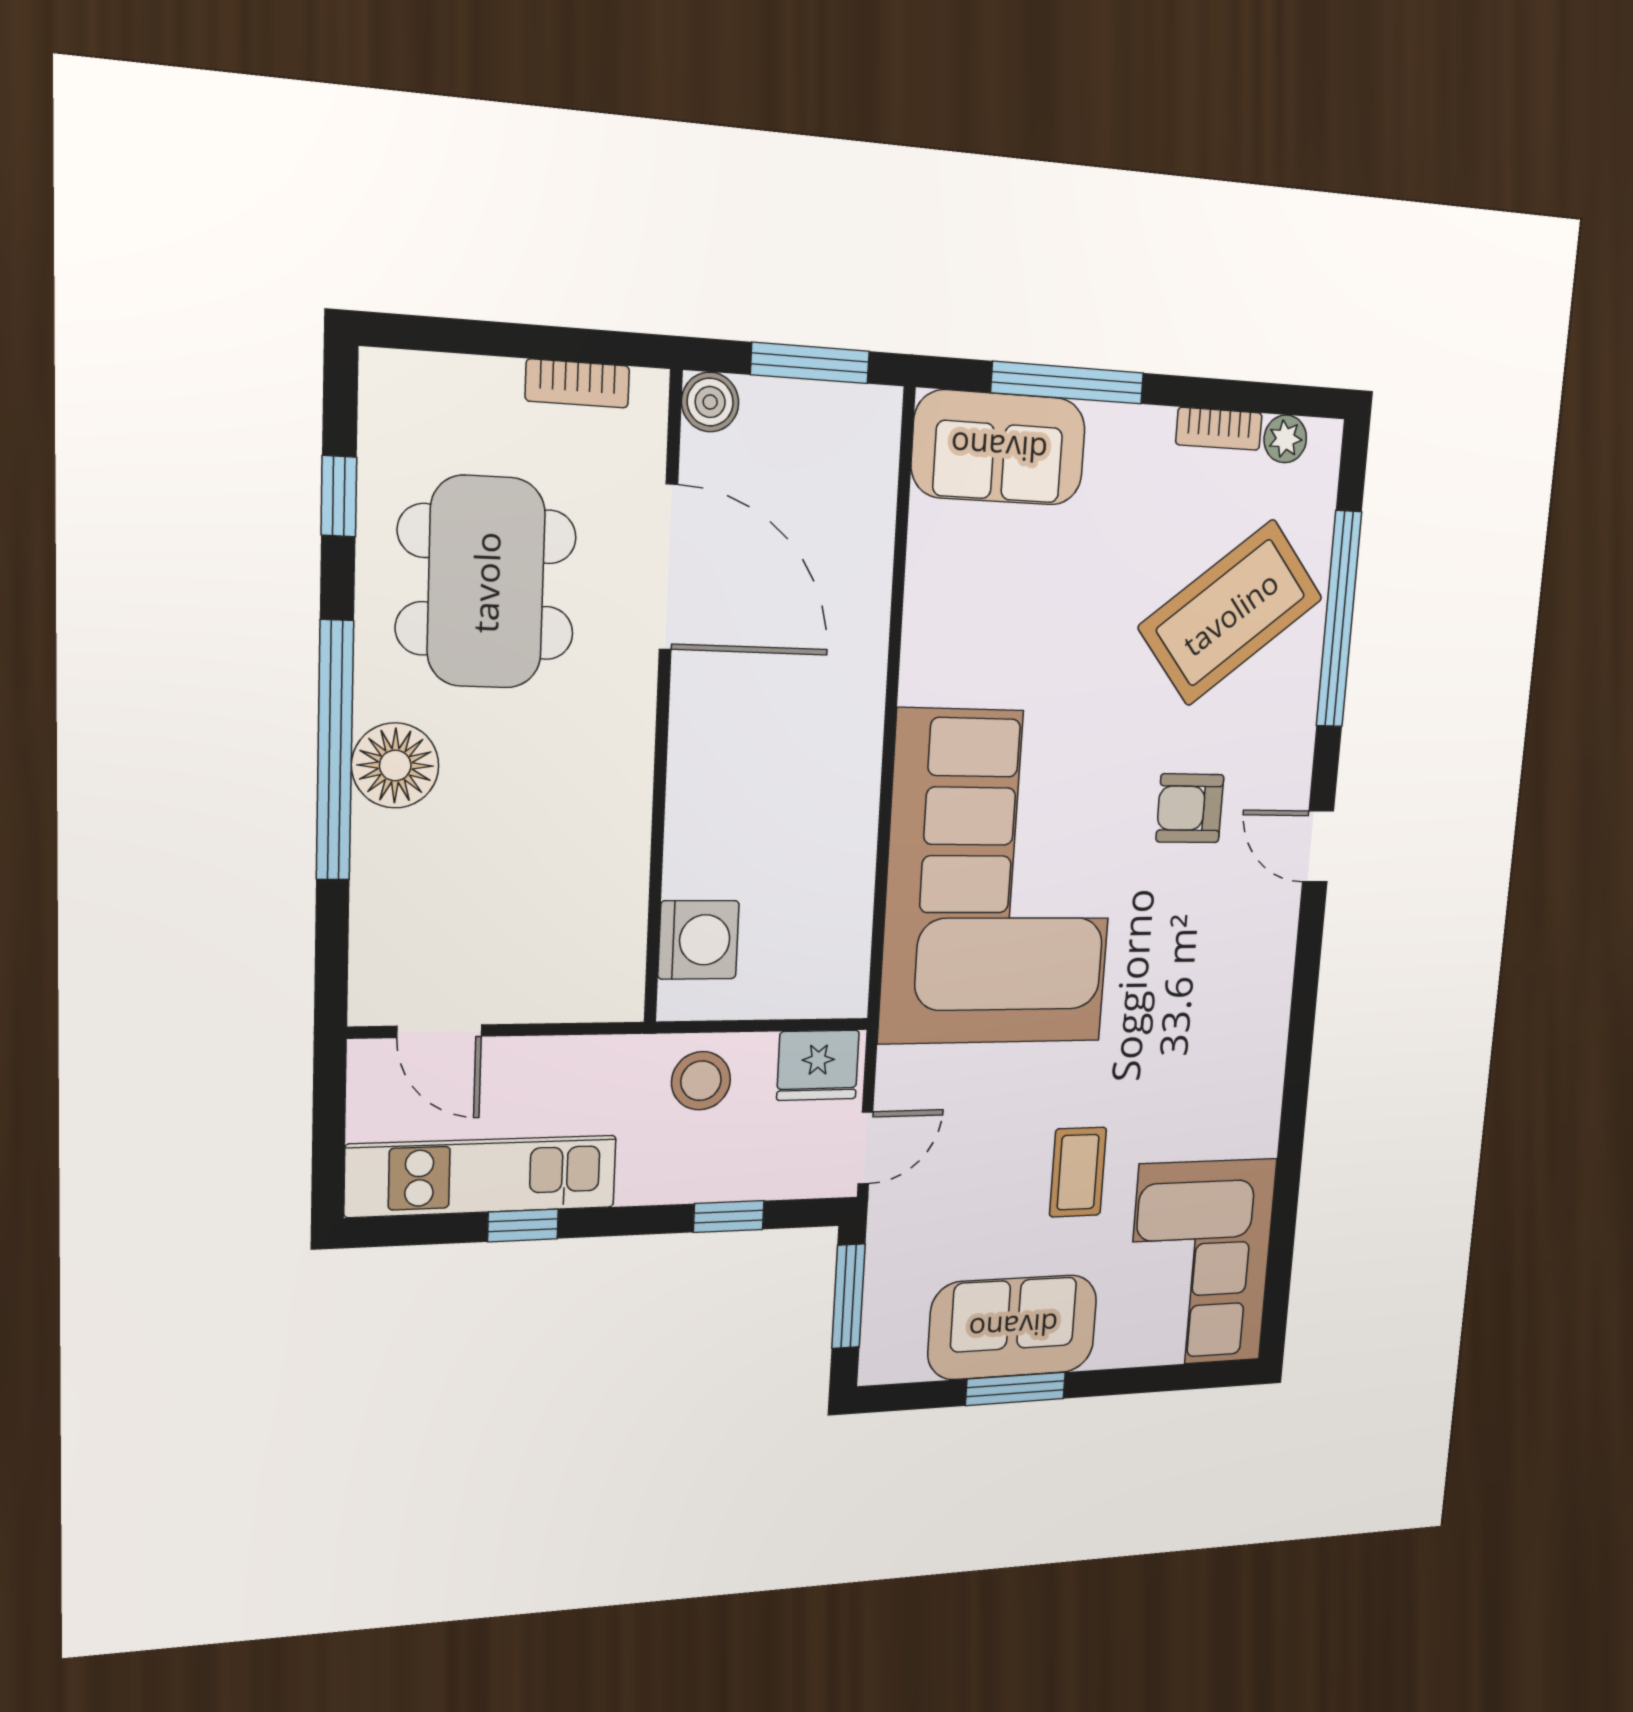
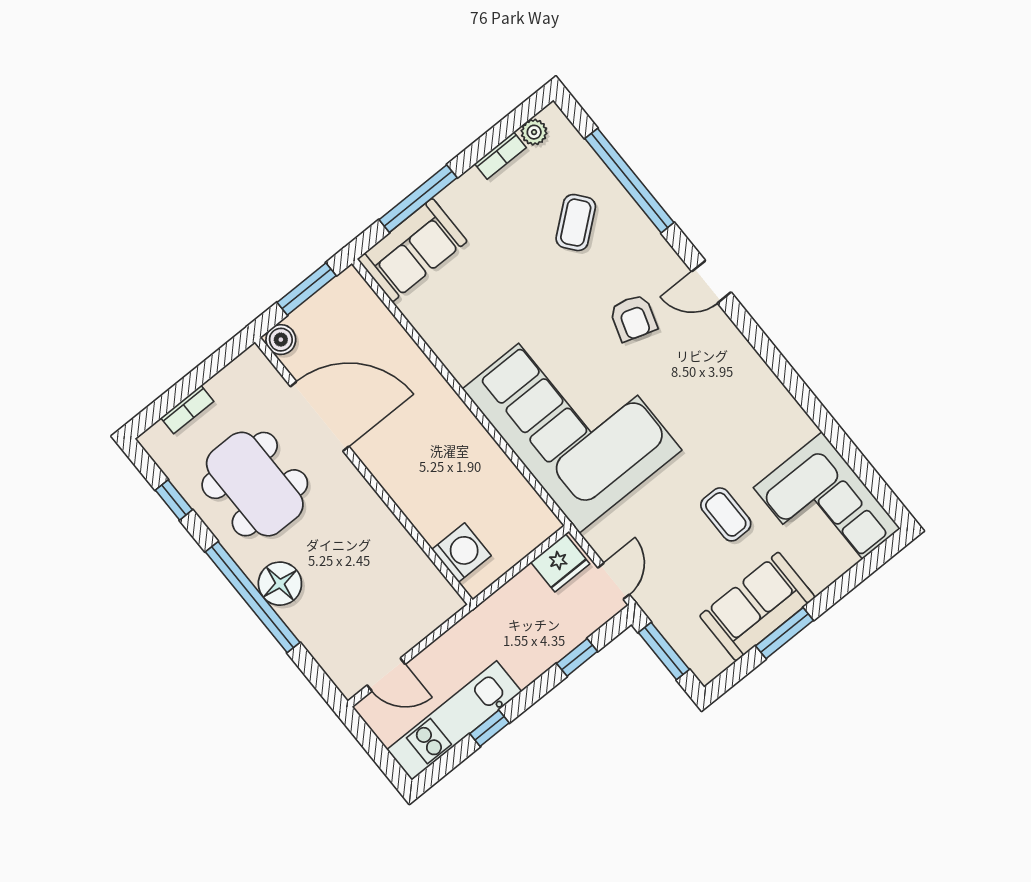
bookcase: (577, 383) -> (187, 410), moved
coffee table: (1231, 613) -> (576, 223), width x0.54, depth x0.58
armchair: (1190, 808) -> (633, 318), turned -72
stool: (701, 1081) -> (514, 610), removed

